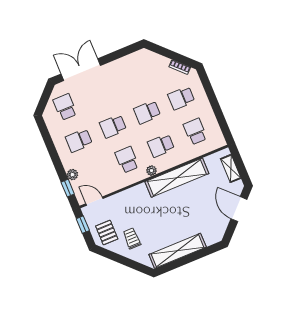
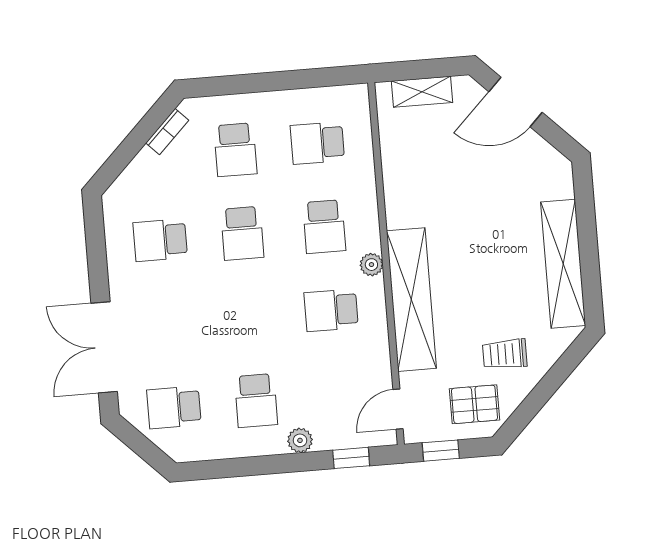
school desk: (113, 126) -> (160, 240), moved, turned 90
plant: (72, 175) -> (300, 440), moved
shelving: (177, 178) -> (411, 300), moved

